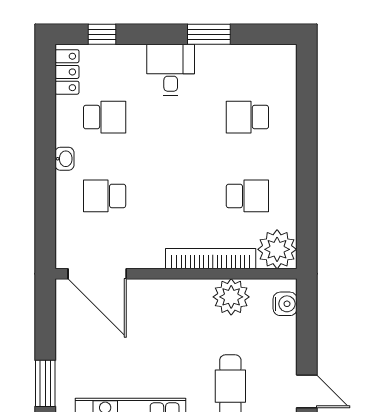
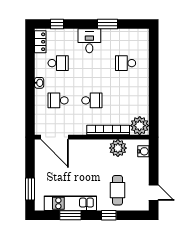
school desk: (247, 196) -> (92, 100), moved

